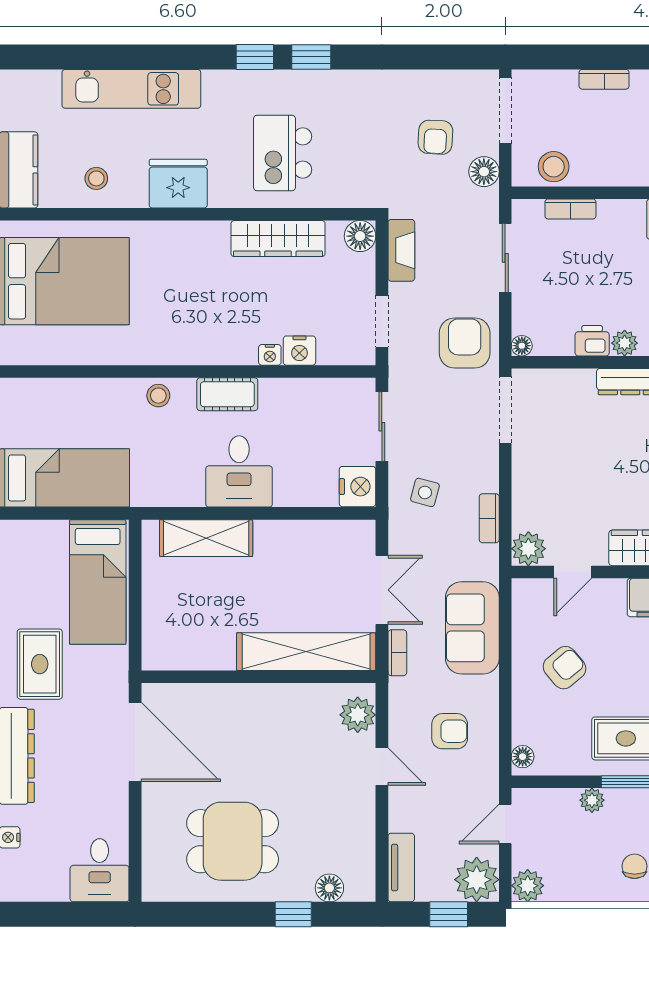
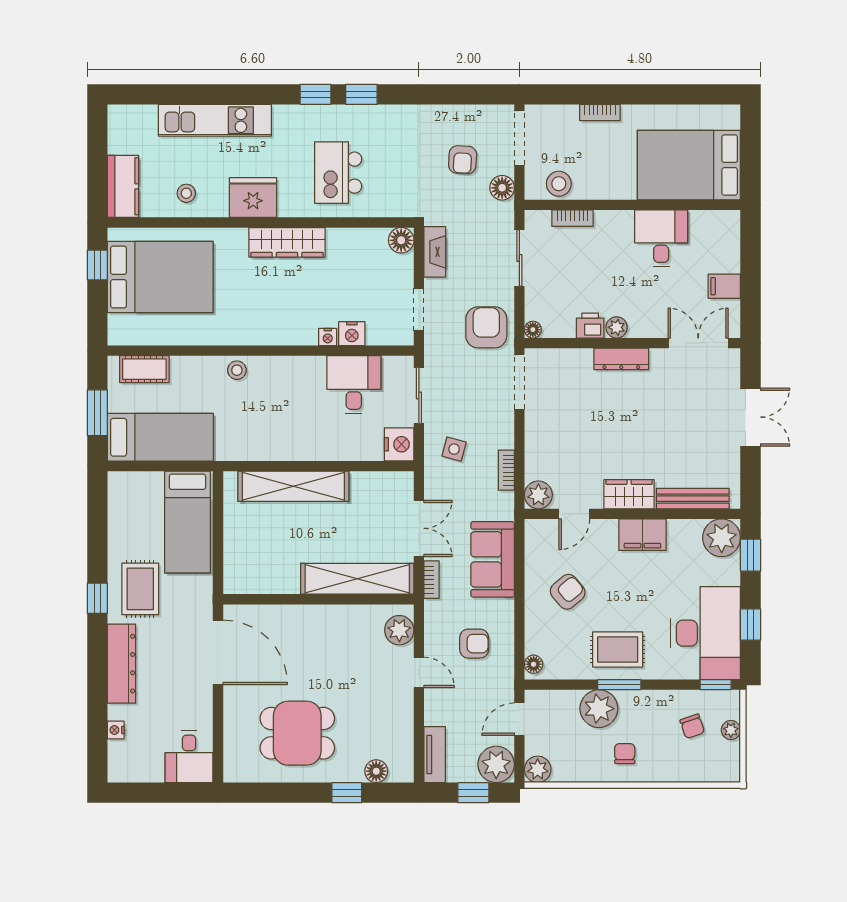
wardrobe: (278, 239) -> (287, 242), moved
cot: (227, 394) -> (144, 369), moved
desk: (239, 471) -> (354, 385), moved, turned 180
shelving: (206, 538) -> (293, 486), width x1.47
plant: (592, 800) -> (599, 709), width x1.87, depth x1.87

